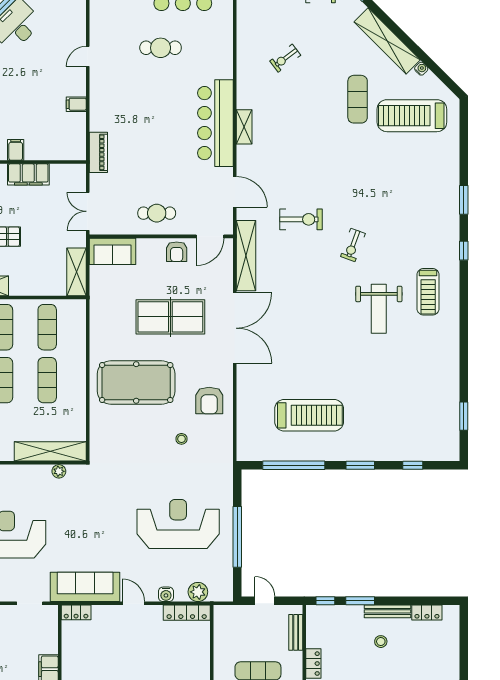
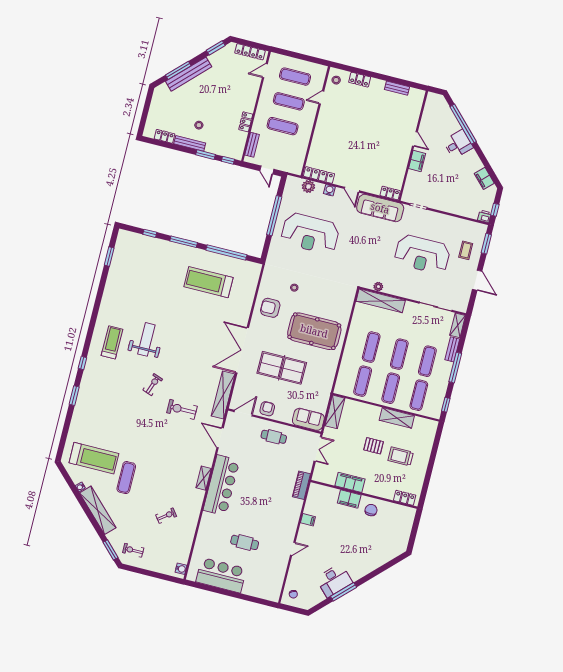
filing cabinet: (16, 150) -> (349, 499), width x2.00
armchair: (209, 401) -> (270, 308), turned -90
window: (360, 465) -> (184, 242), width x1.44

